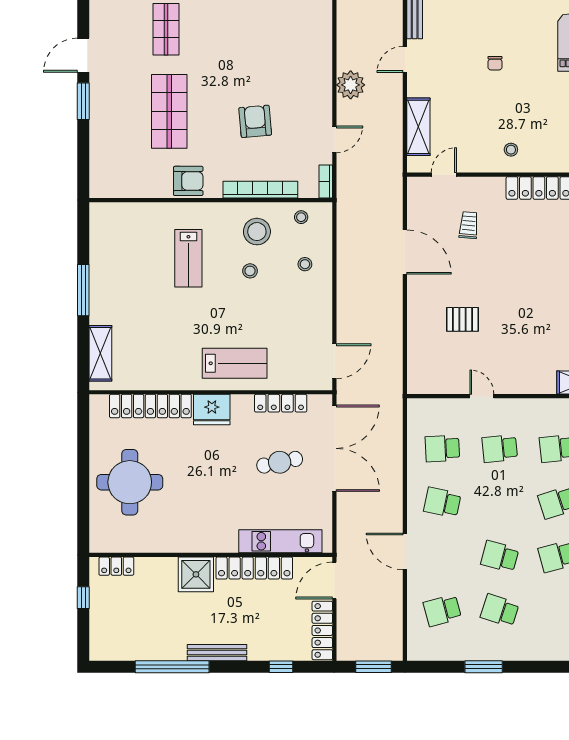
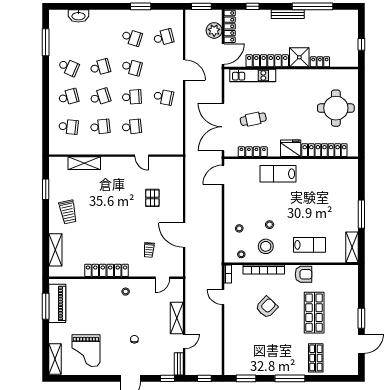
plant: (351, 85) -> (214, 30), moved
armchair: (255, 121) -> (267, 307), turned -131
shelving: (418, 127) -> (177, 318), moved
door: (334, 139) -> (223, 297), hinge flipped
armchair: (188, 181) -> (304, 274), turned 180
lab bench: (188, 258) -> (310, 245), moved, turned 90
pallet: (462, 319) -> (152, 198), turned 90
shelving: (100, 353) -> (352, 247), moved
school desk: (442, 449) -> (132, 97), moved
locker: (116, 566) -> (320, 62), moved

